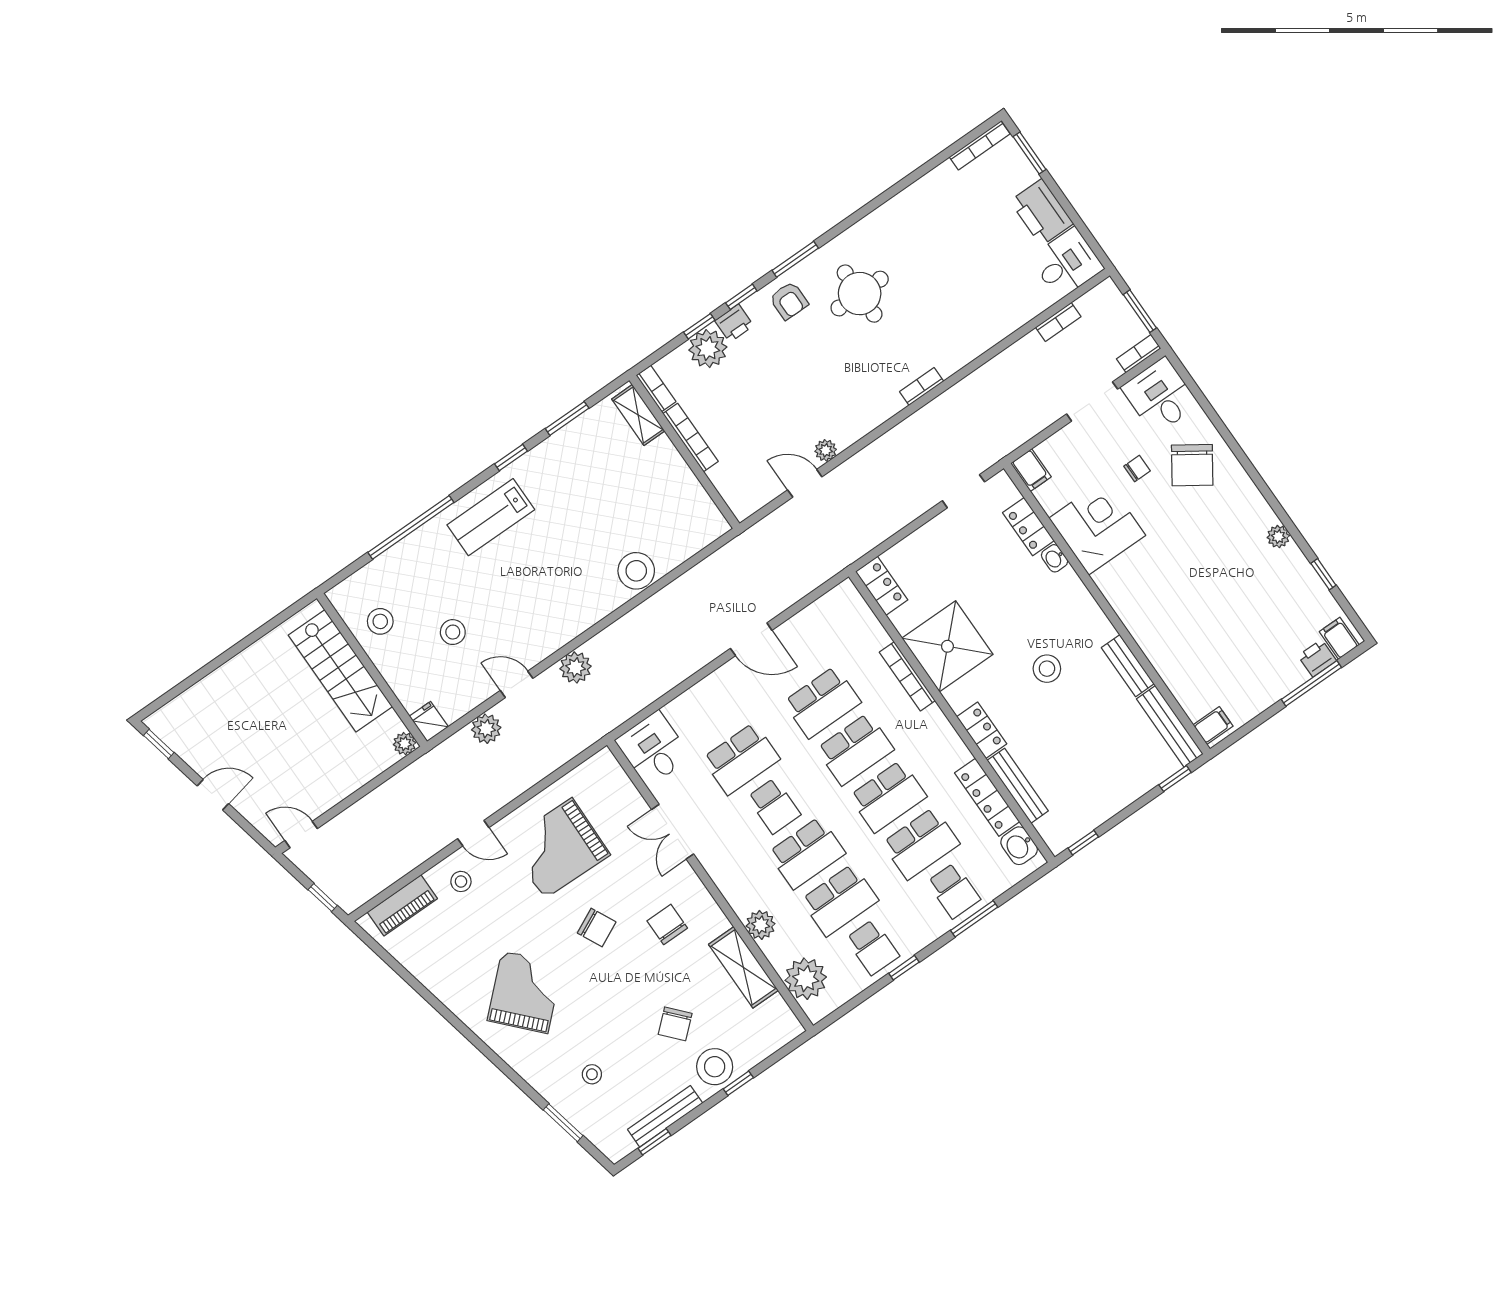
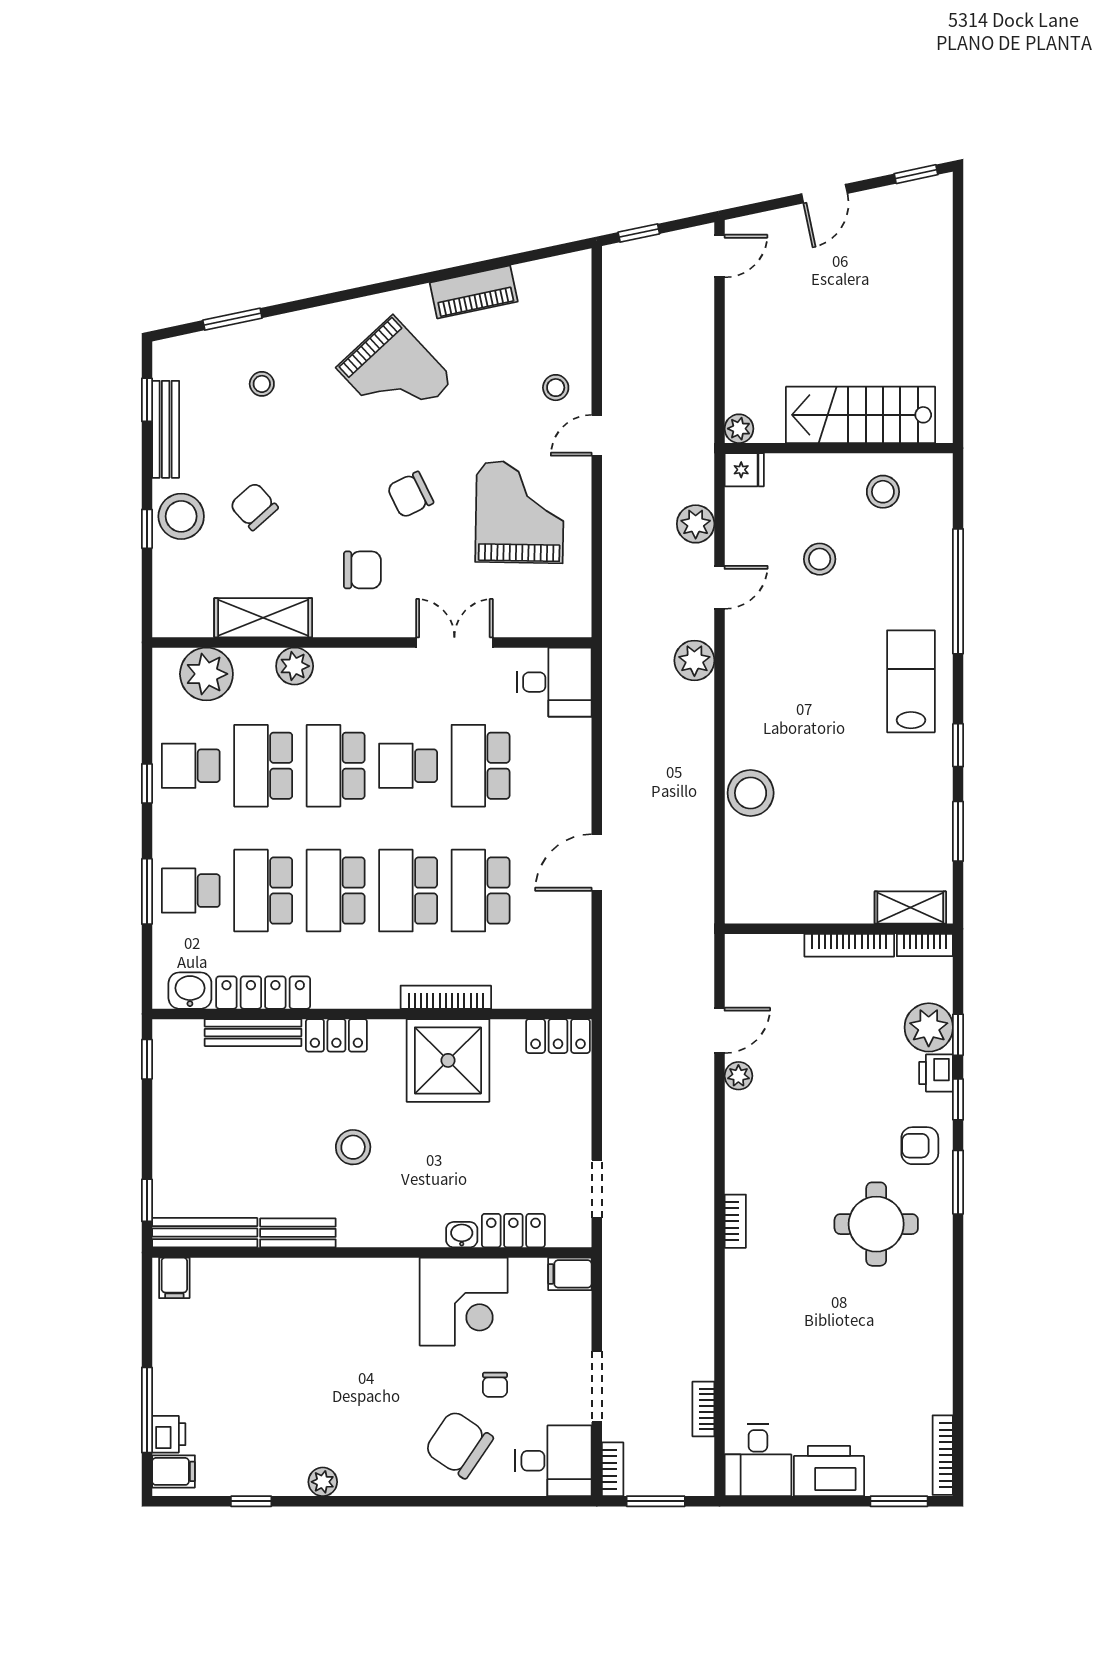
piano: (402, 905) -> (474, 292), moved, turned -102

